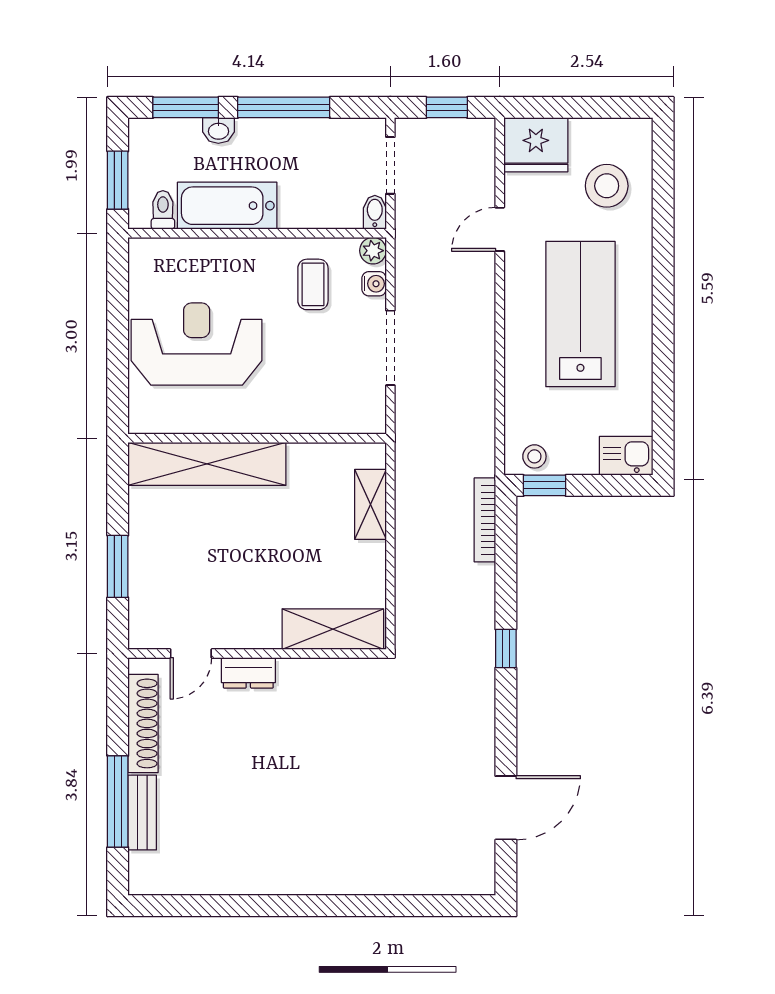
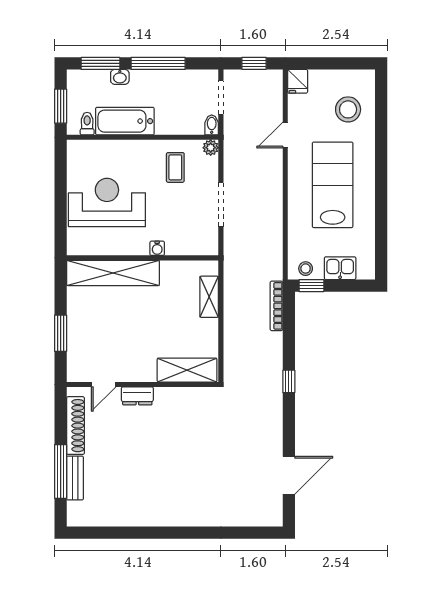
fridge: (536, 145) -> (298, 81), width x0.53, depth x0.75
water cooler: (374, 284) -> (157, 248), moved, turned 90
kitchen sink: (626, 456) -> (340, 268), moved

